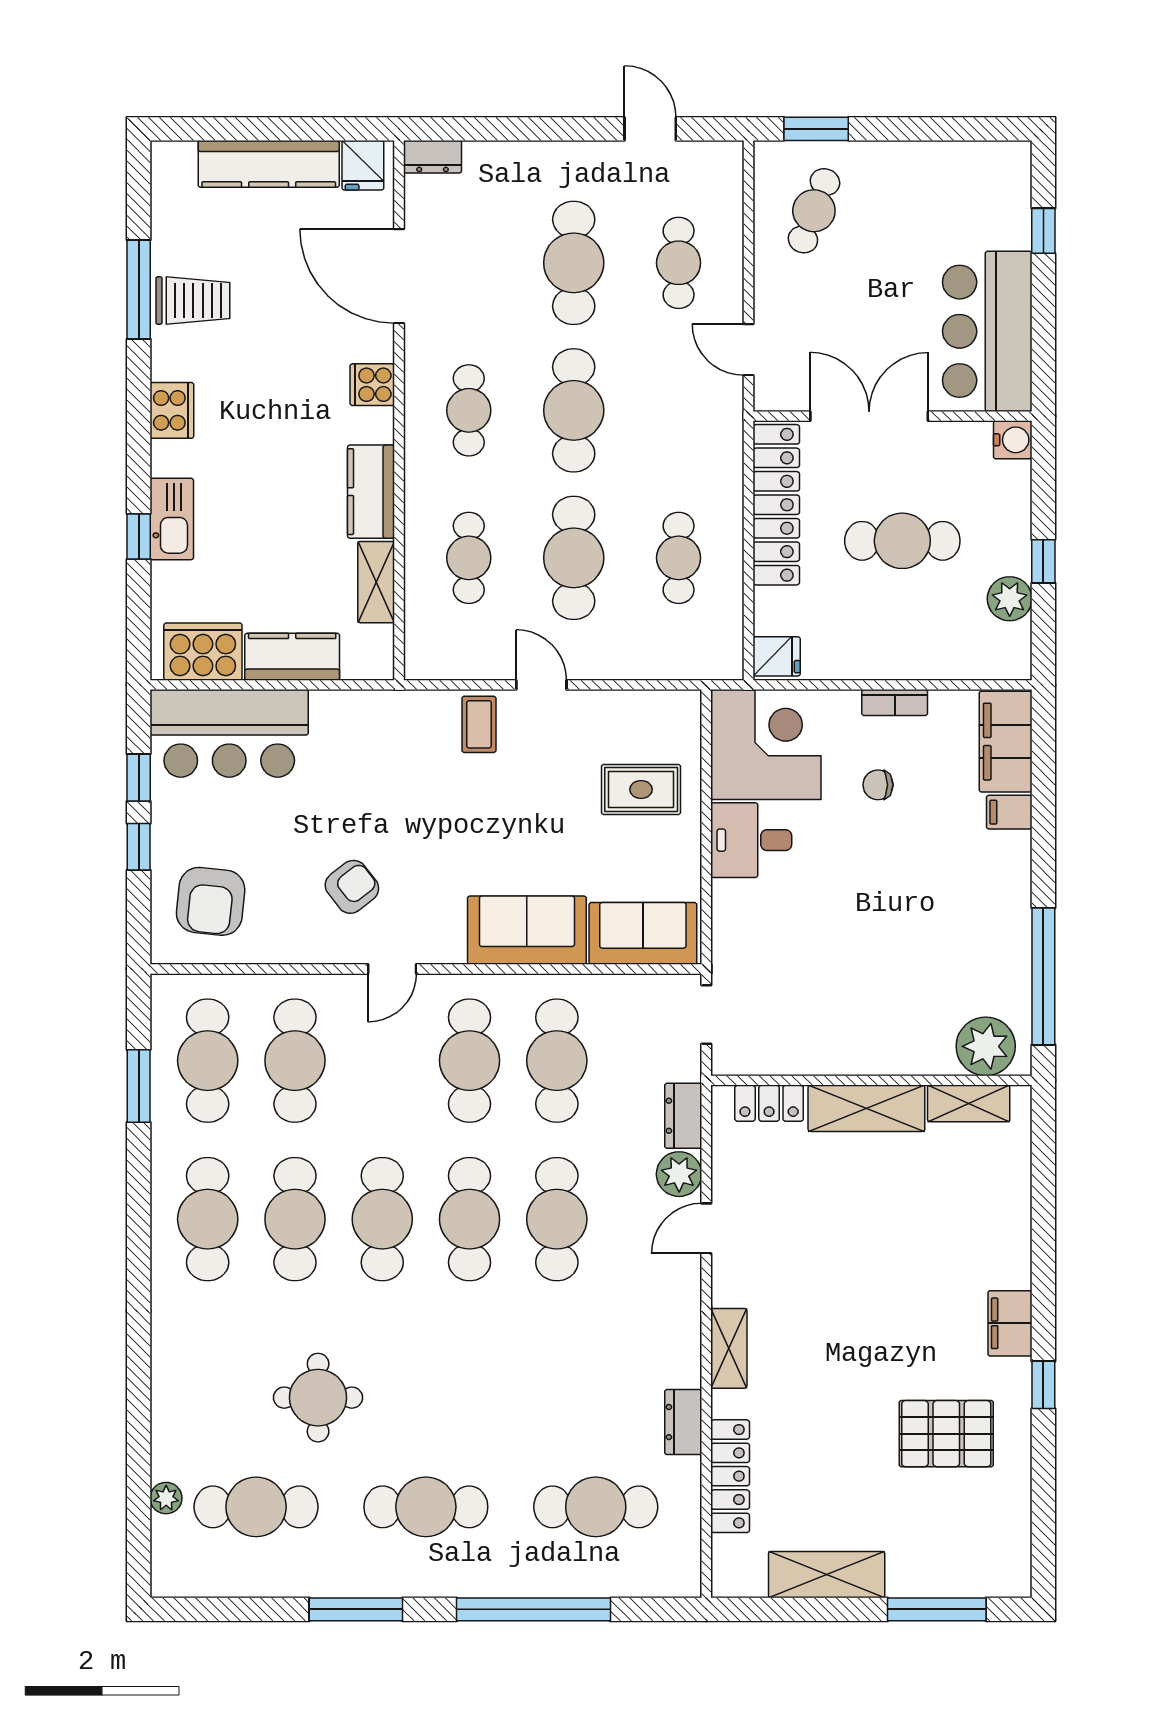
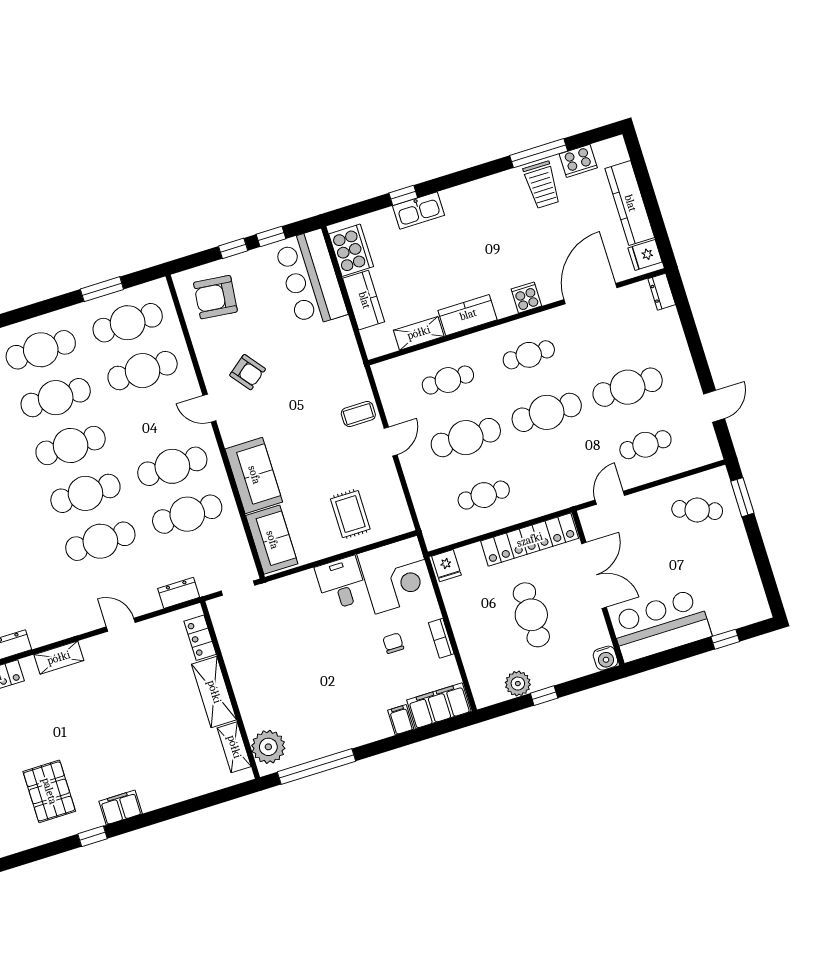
cooker: (172, 410) -> (578, 161), moved
plant: (679, 1174) -> (146, 601), removed

